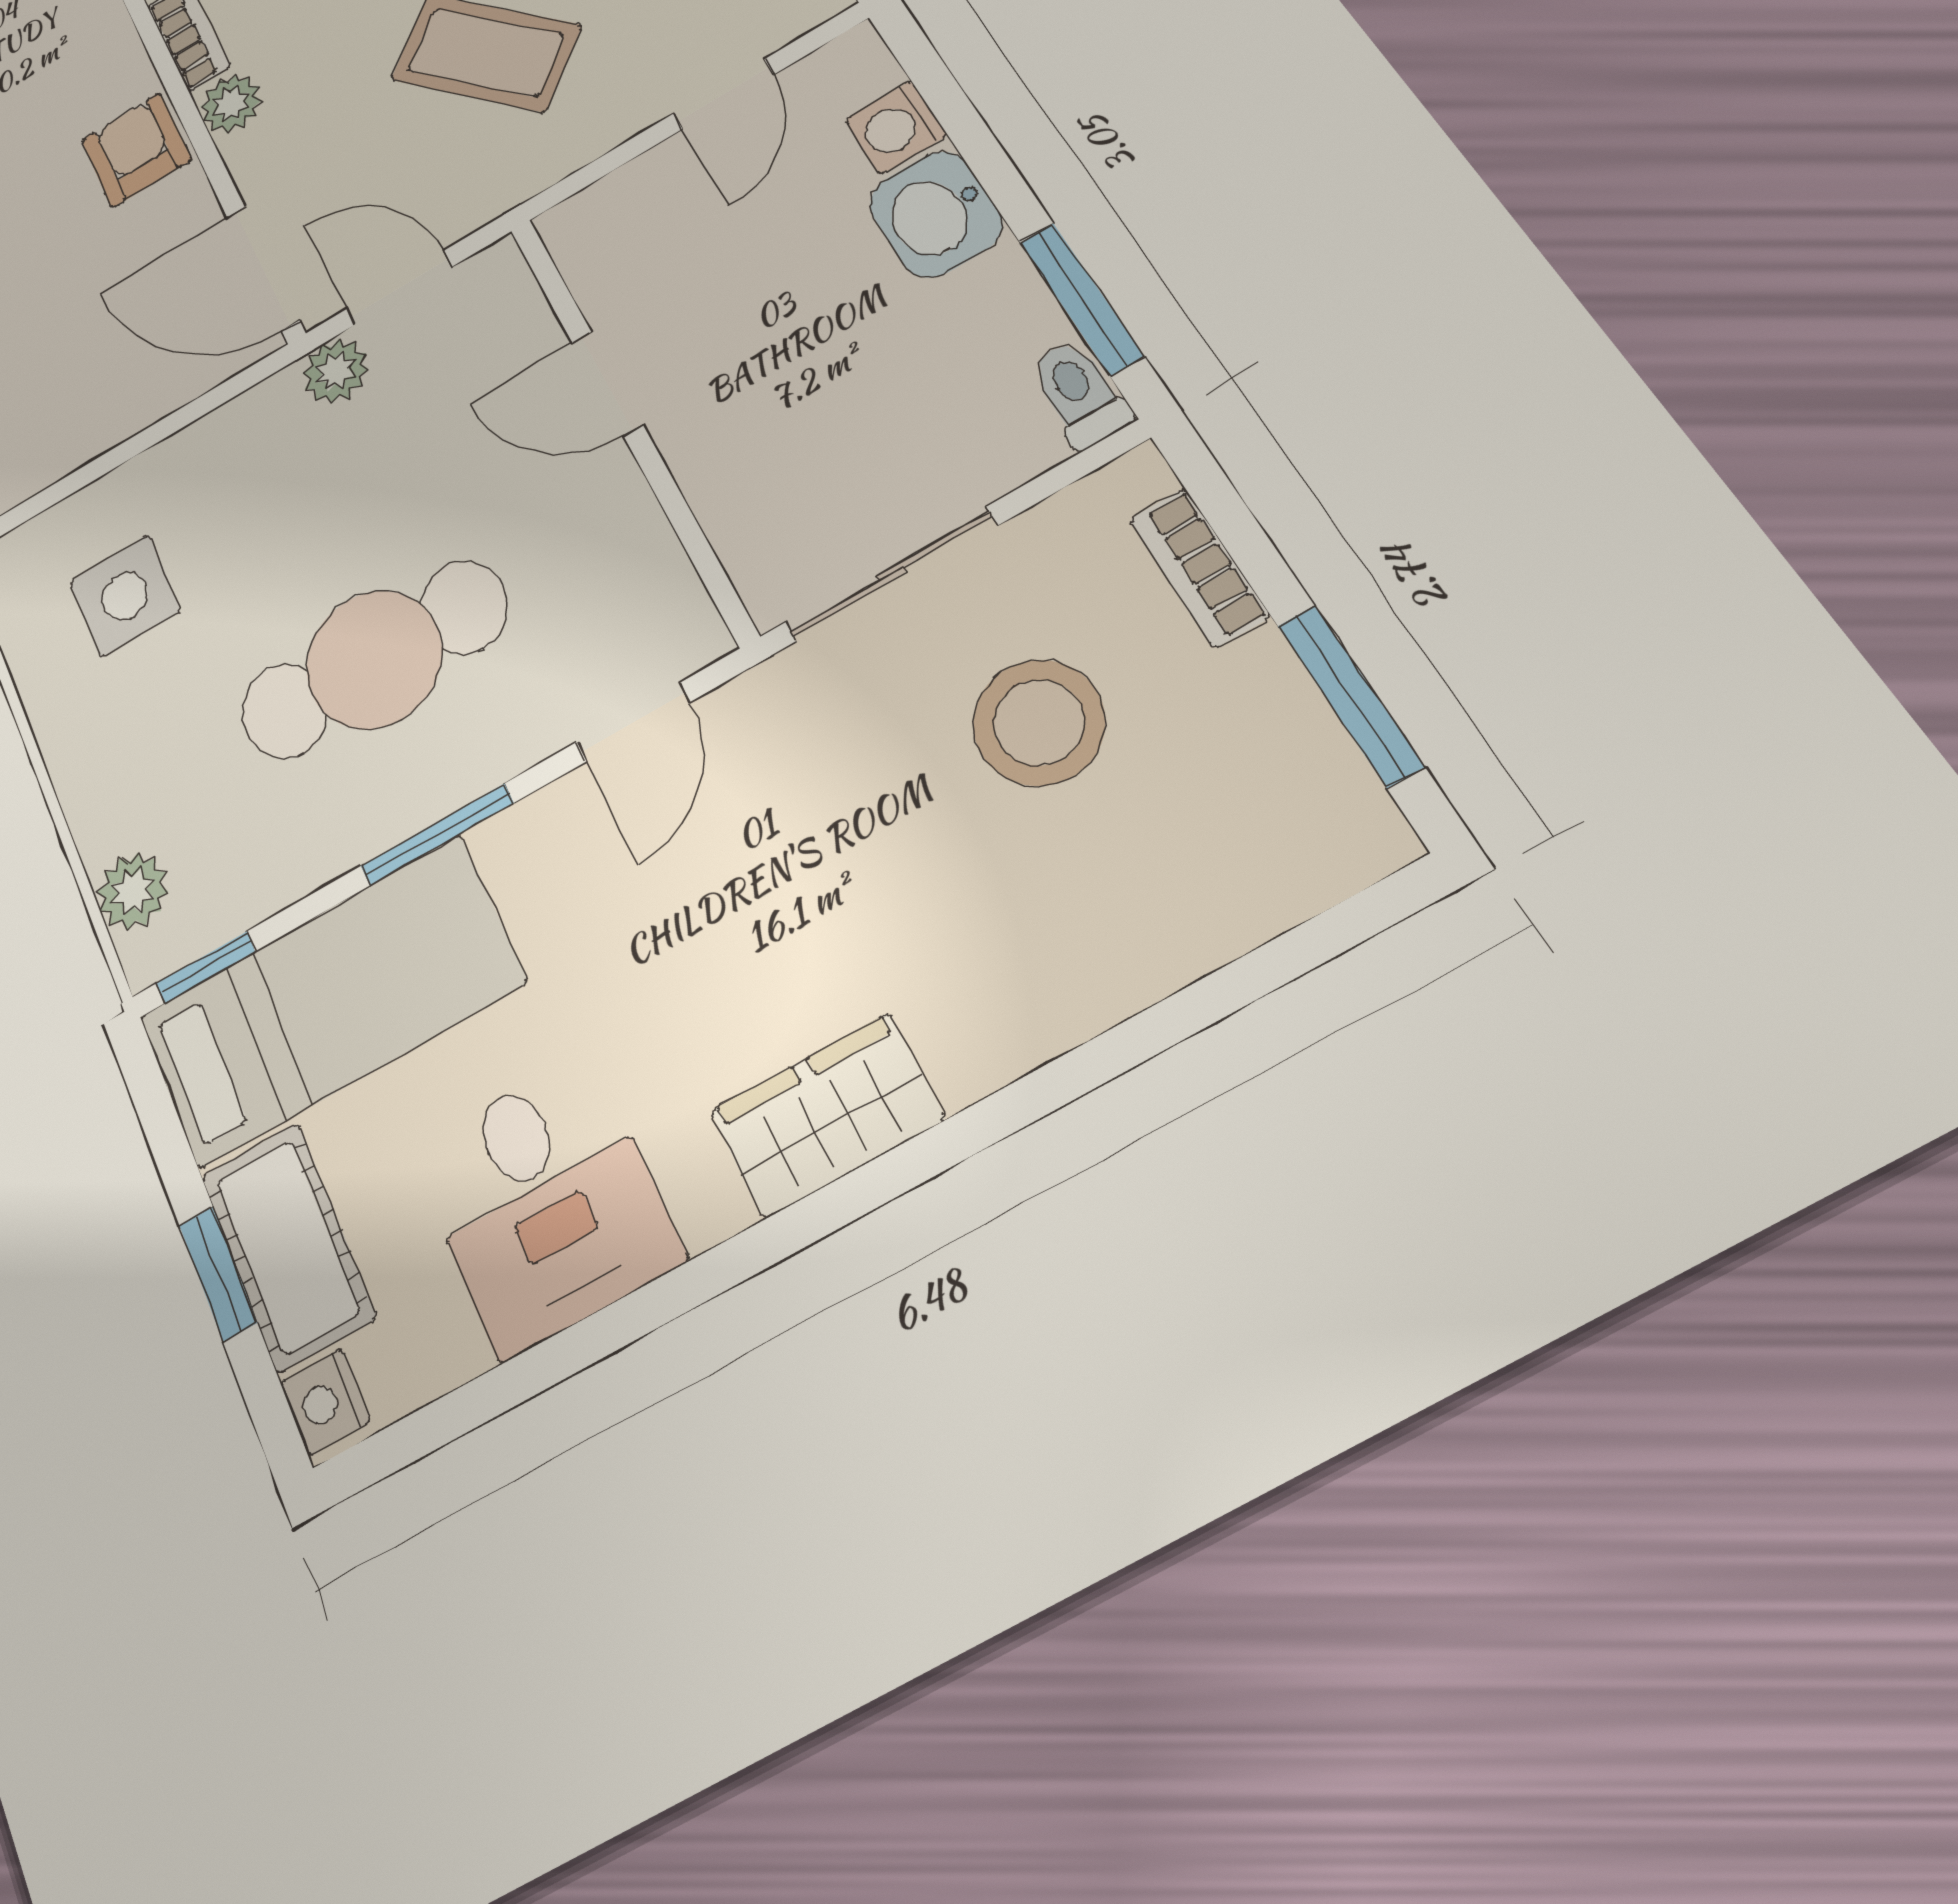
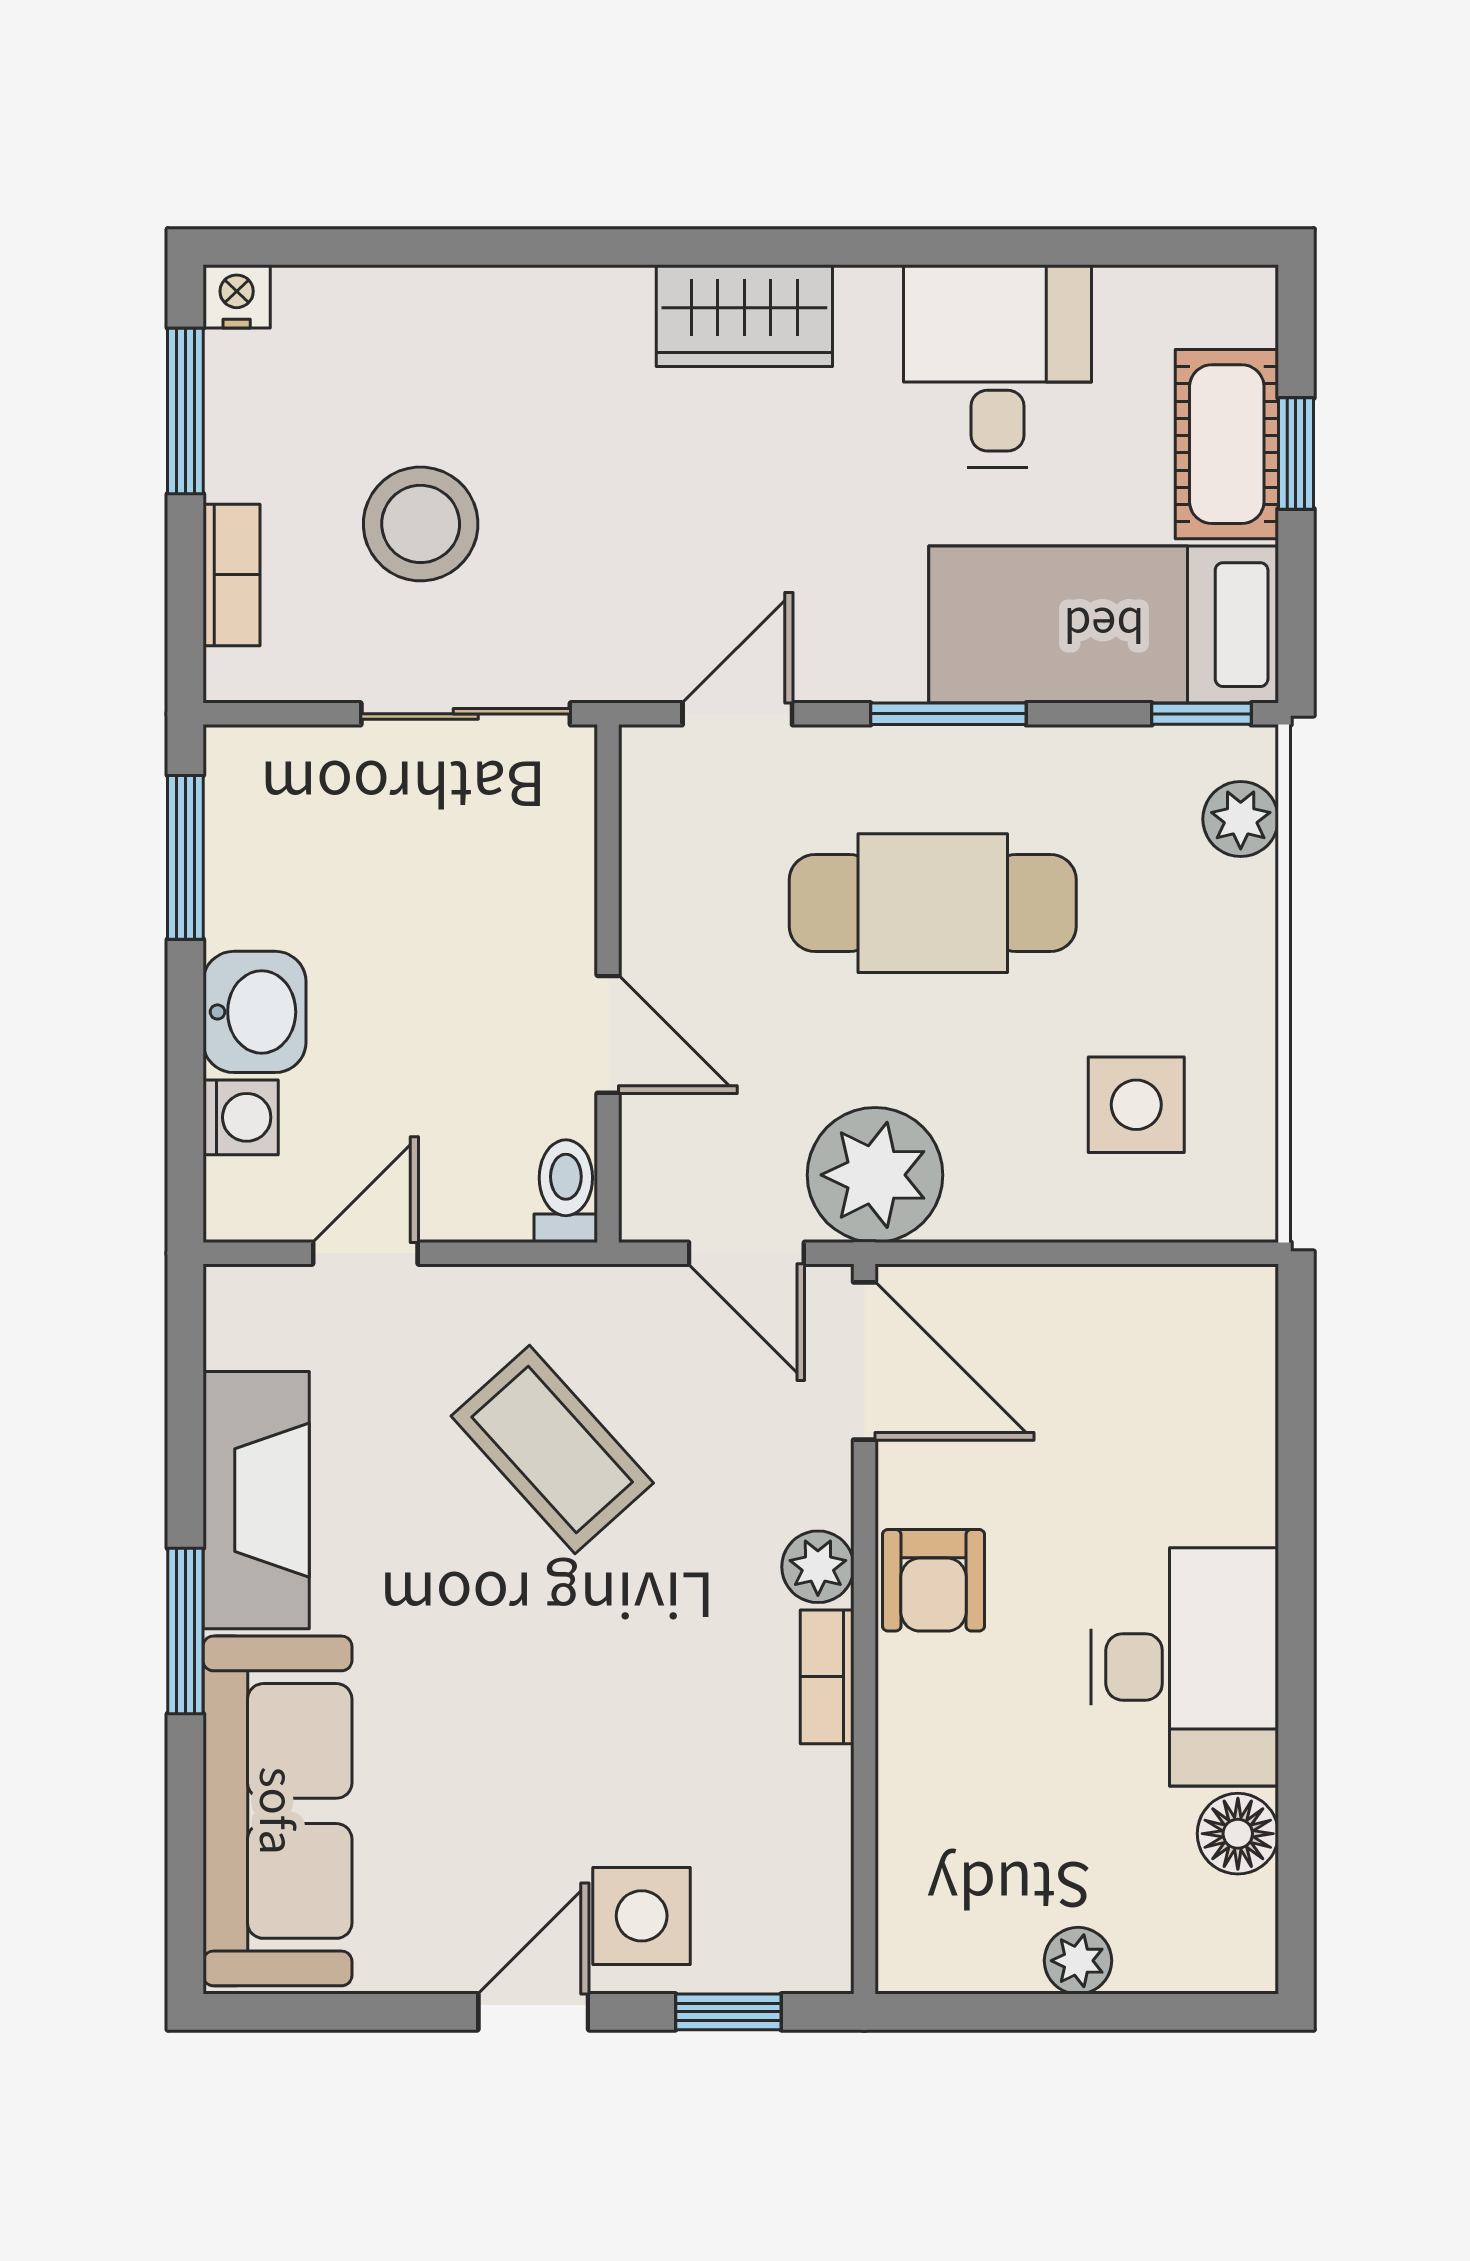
plant: (335, 371) -> (875, 1175), width x1.88, depth x1.88
toilet: (1079, 393) -> (566, 1191), moved, turned 180
nightstand: (325, 1402) -> (237, 296), moved, turned -90

